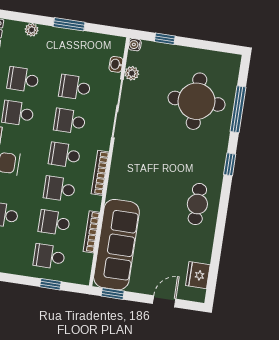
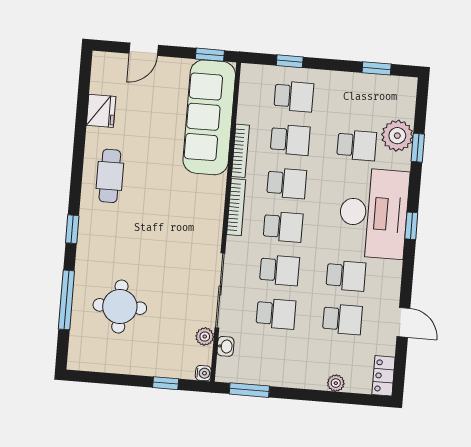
window: (69, 24) -> (249, 390), moved
round table: (197, 101) -> (120, 307), width x0.73, depth x0.73
bookcase: (92, 232) -> (240, 151), moved
fridge: (198, 275) -> (101, 111), moved

